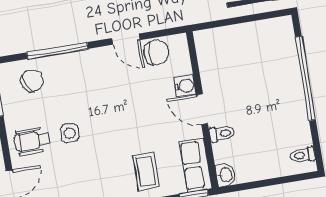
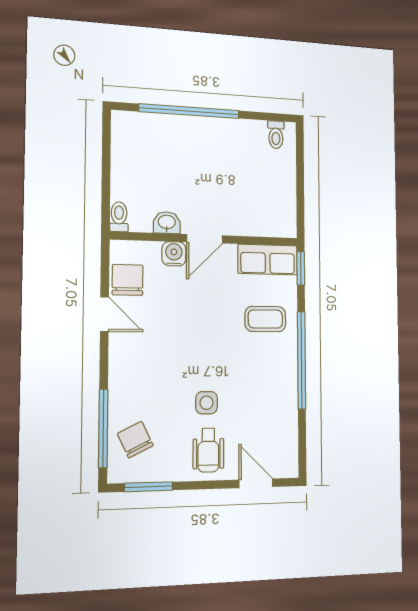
door: (126, 39) -> (104, 314), hinge flipped
window: (57, 51) -> (103, 428), moved
toilet: (222, 134) -> (119, 217), moved
washbasin: (226, 175) -> (167, 223), moved

